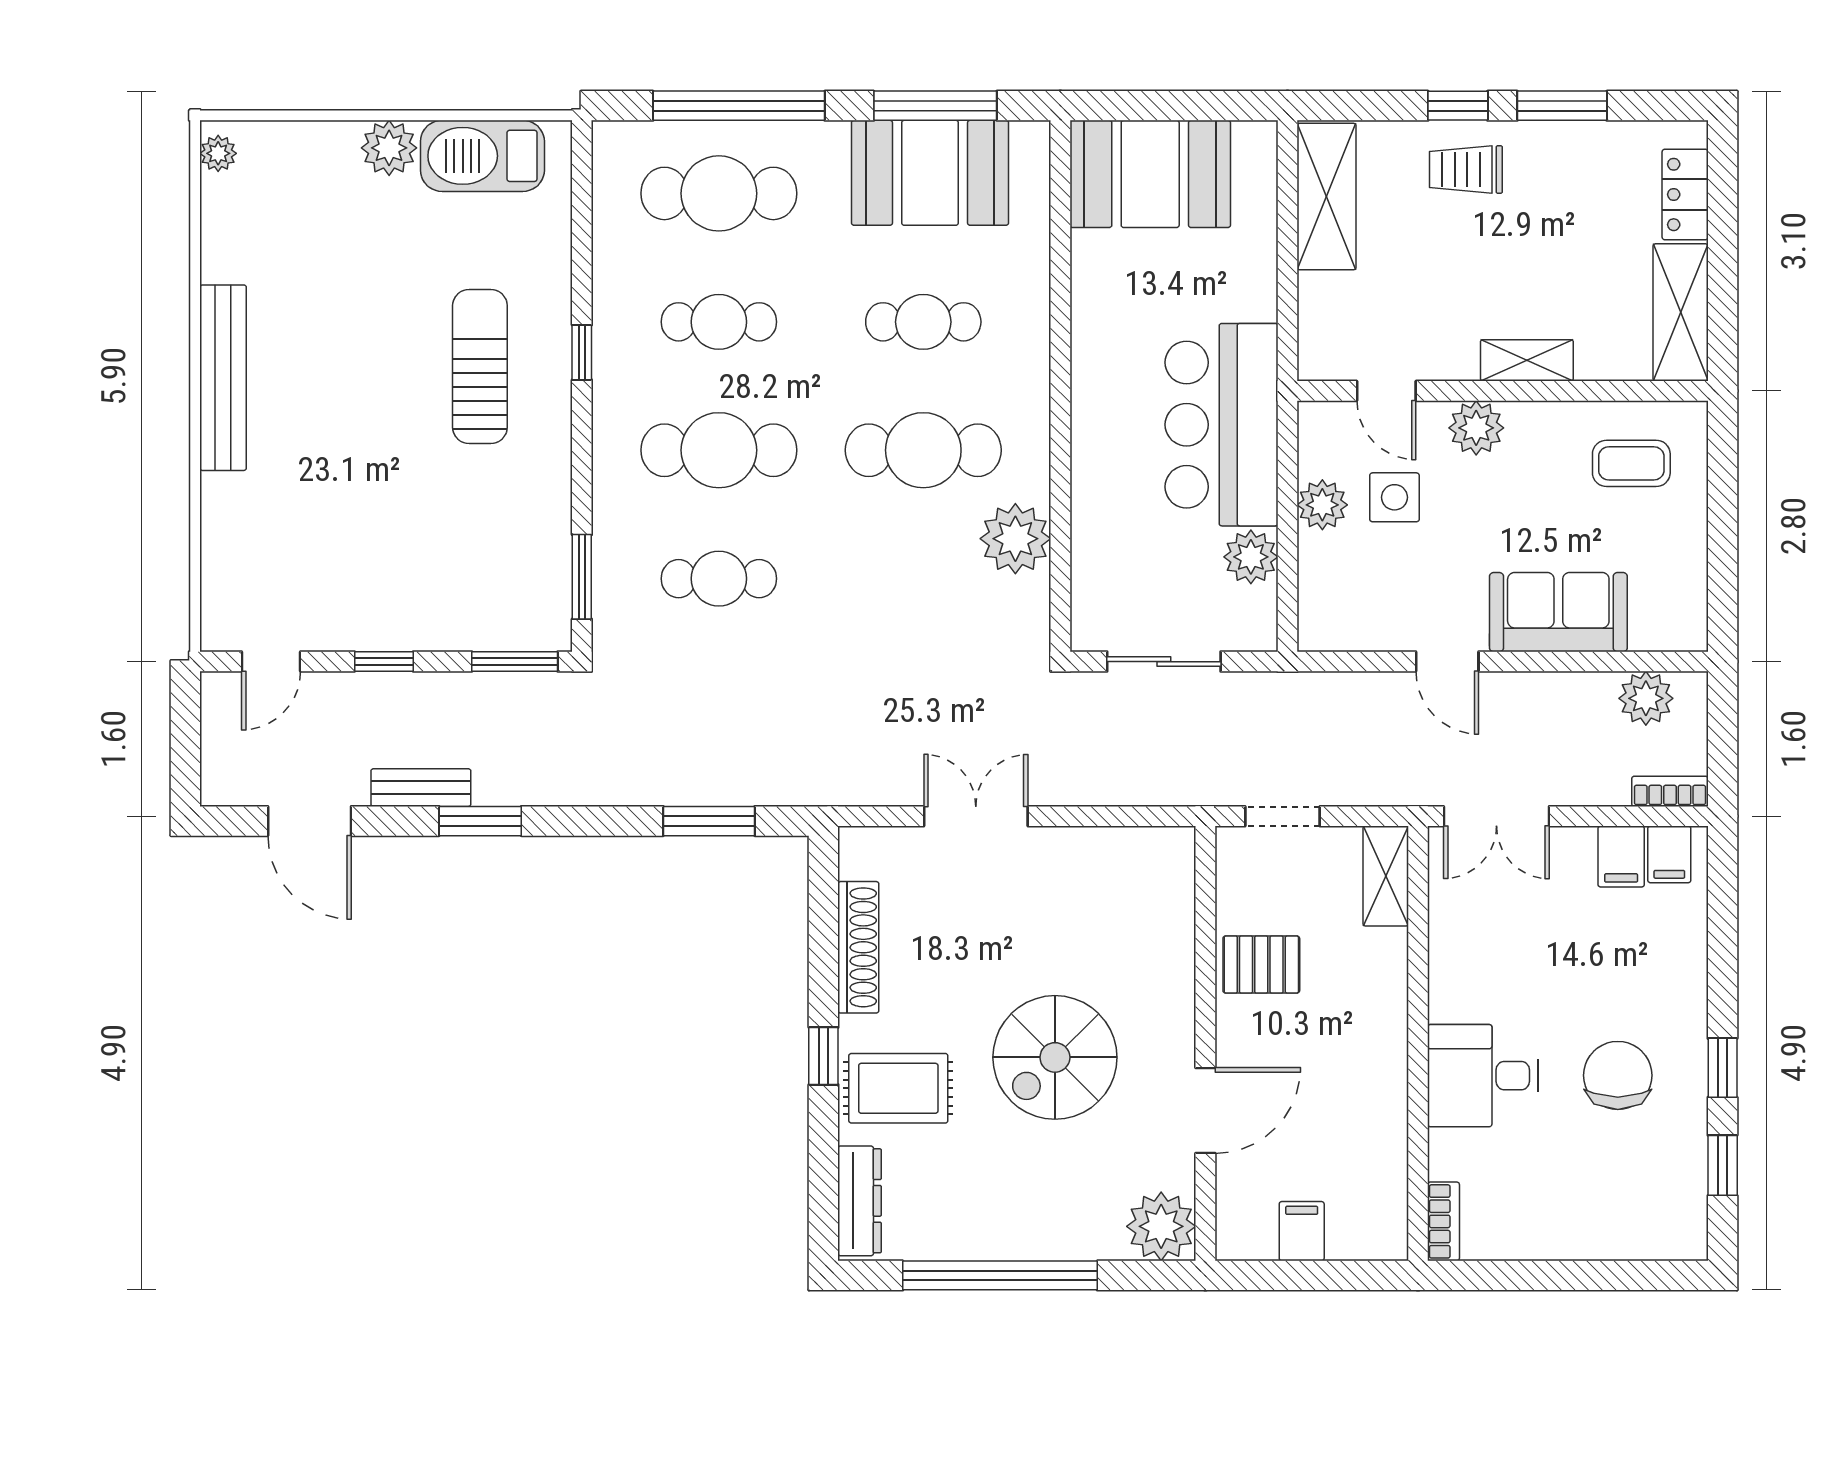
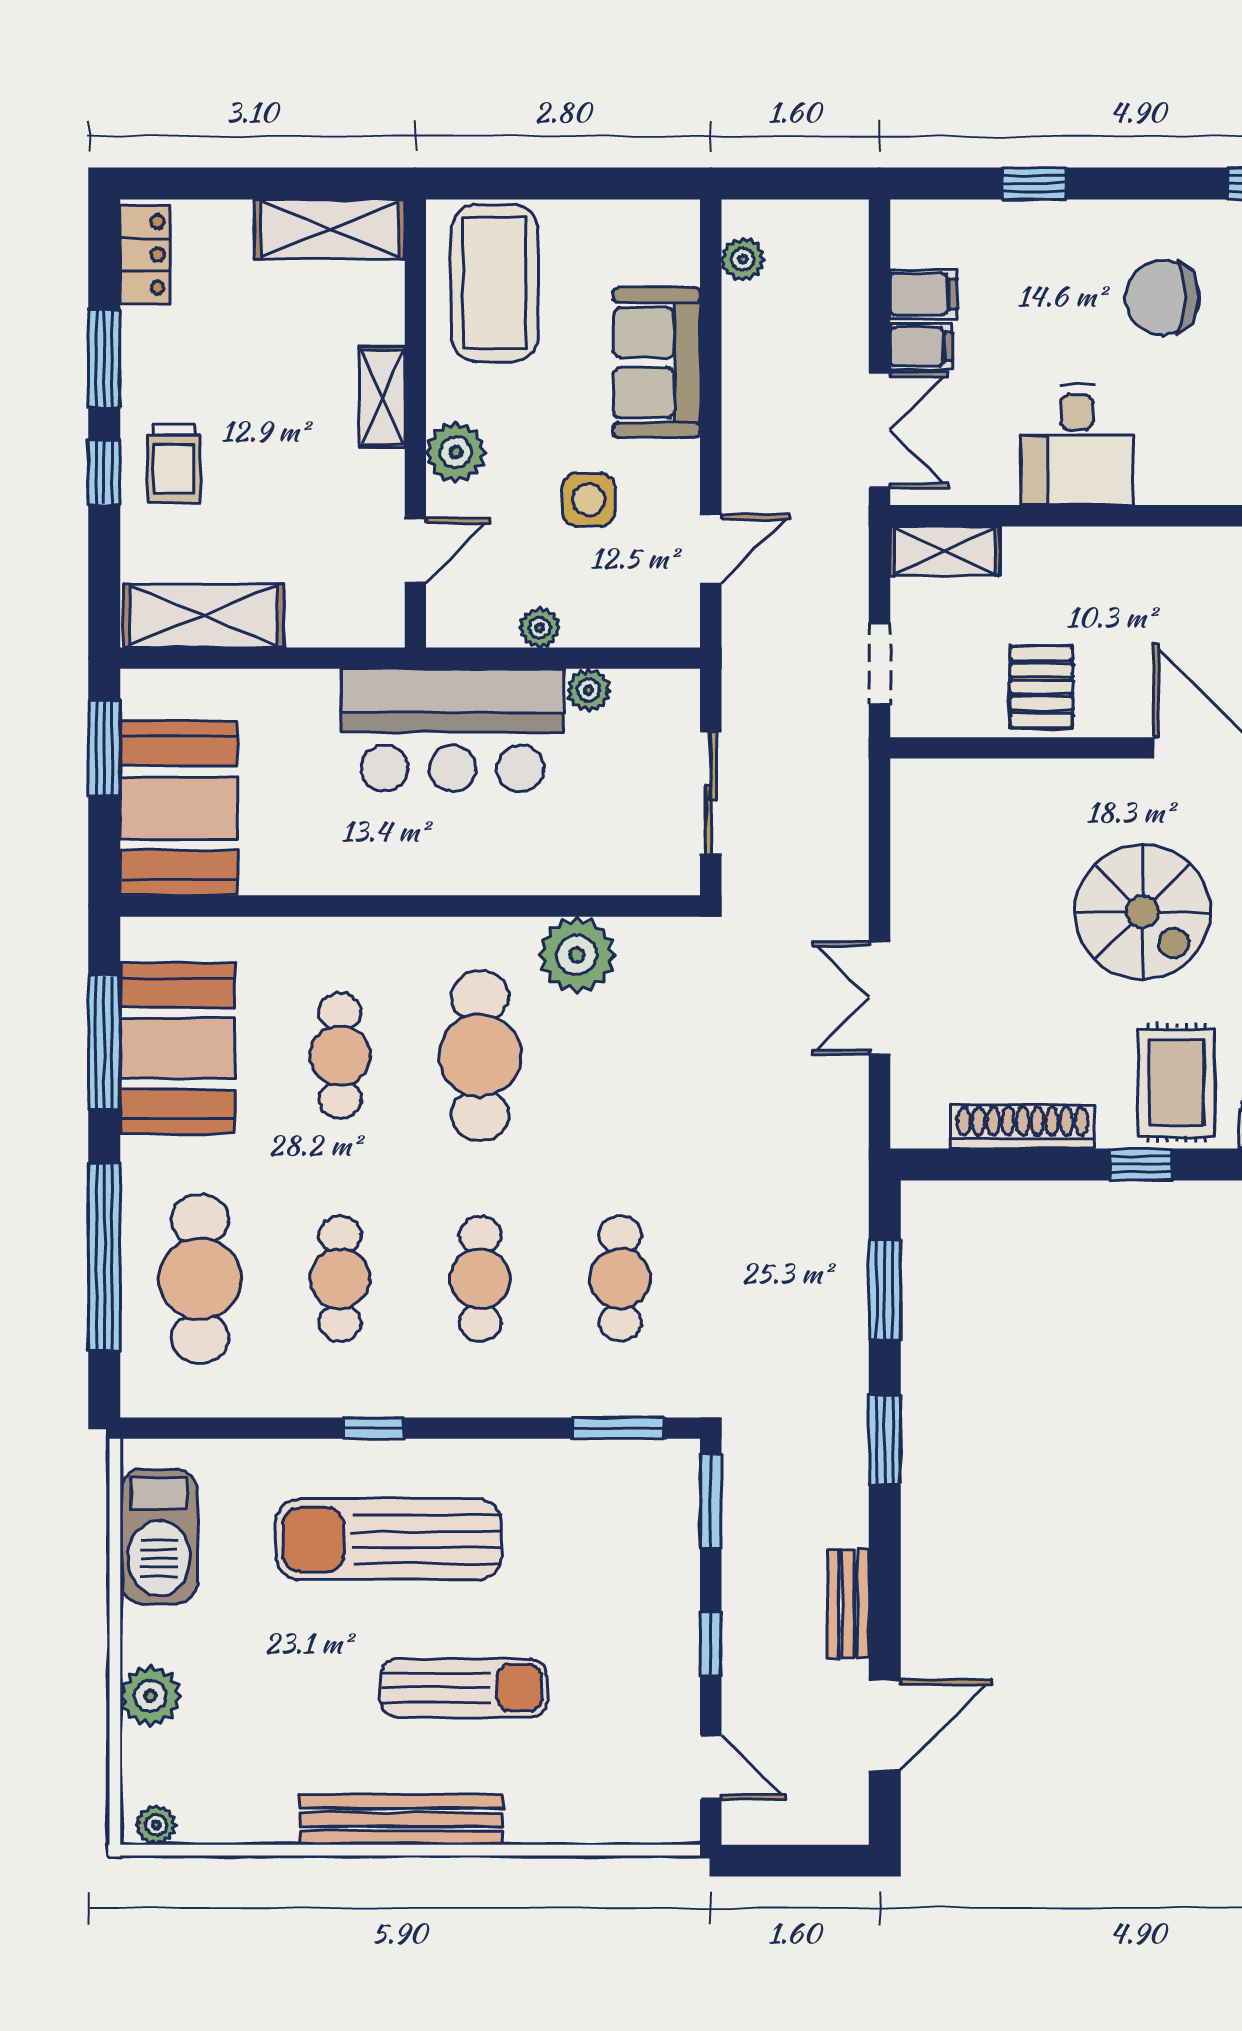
window: (1205, 106) -> (104, 748), added
plant: (389, 148) -> (150, 1696), moved
locker: (1685, 194) -> (145, 255), moved, turned -90
sun lounger: (480, 366) -> (389, 1539), width x1.36, depth x1.34
sun lounger: (344, 435) -> (464, 1688), added
cafe table: (719, 450) -> (480, 1279), width x0.73, depth x0.74
coffee table: (1631, 463) -> (495, 283), width x1.86, depth x1.72
side table: (1394, 497) -> (589, 500), moved
plant: (1322, 505) -> (540, 628), width x0.73, depth x0.73
plant: (1251, 557) -> (589, 690), width x0.73, depth x0.73
door: (1447, 662) -> (711, 549), moved
plant: (1646, 698) -> (743, 259), width x0.73, depth x0.73
bookcase: (1670, 791) -> (852, 241), removed
window: (480, 821) -> (885, 1440), moved
filing cabinet: (1669, 854) -> (921, 347), moved
window: (1723, 1068) -> (1034, 183), moved
desk: (1483, 1076) -> (1077, 445), moved

